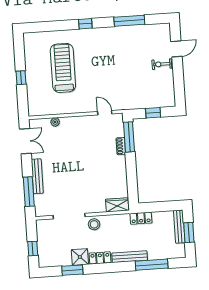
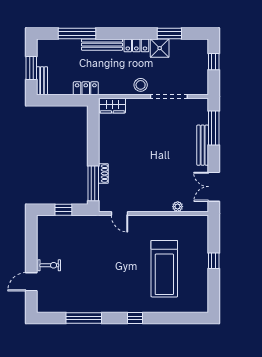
bench: (179, 227) -> (42, 81), width x0.73

